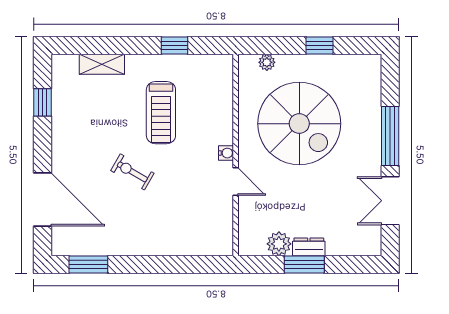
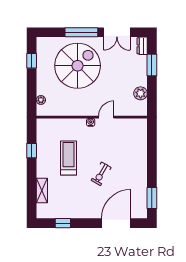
window: (319, 46) -> (32, 61), moved
treadmill: (161, 113) -> (68, 158), turned -90
spiral stairs: (299, 124) -> (78, 66), moved
dresser: (309, 247) -> (142, 46), moved
window: (304, 264) -> (152, 65), moved

